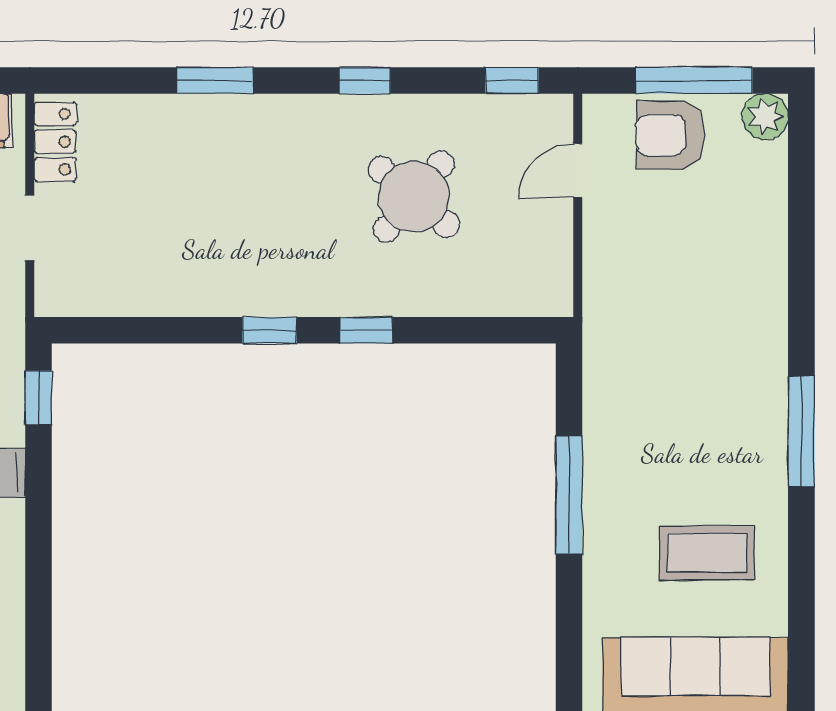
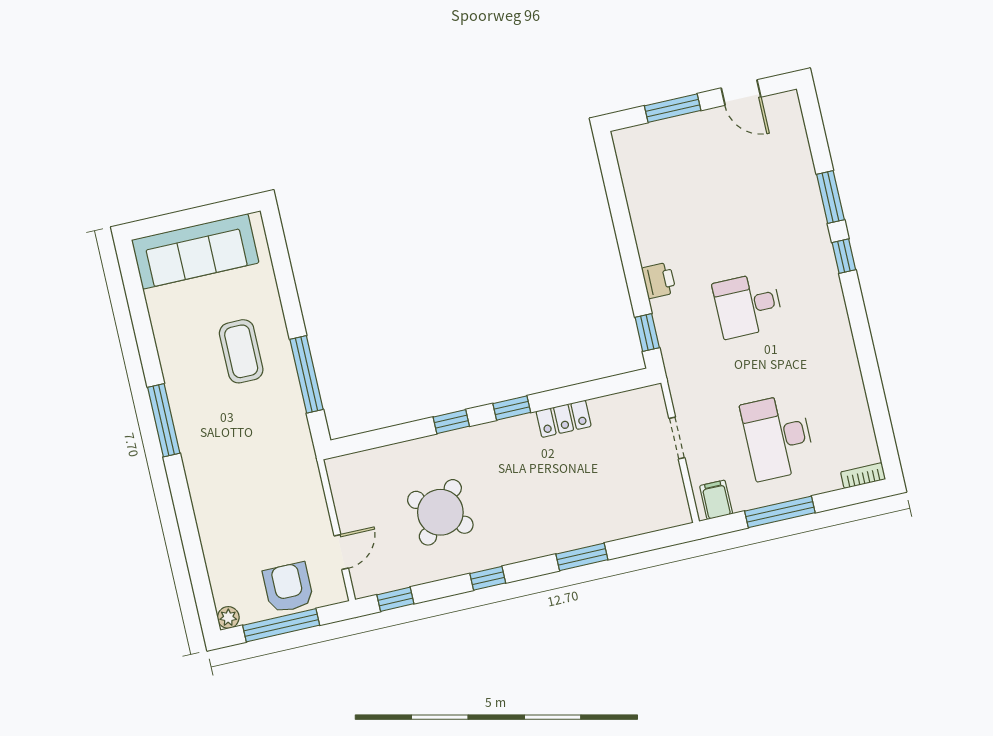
plant: (765, 117) -> (228, 617), width x0.73, depth x0.73
armchair: (670, 135) -> (288, 588), turned -90
locker: (55, 142) -> (564, 419), moved, turned -90
window: (569, 495) -> (307, 374), moved
coffee table: (707, 553) -> (241, 351), moved, turned 90

